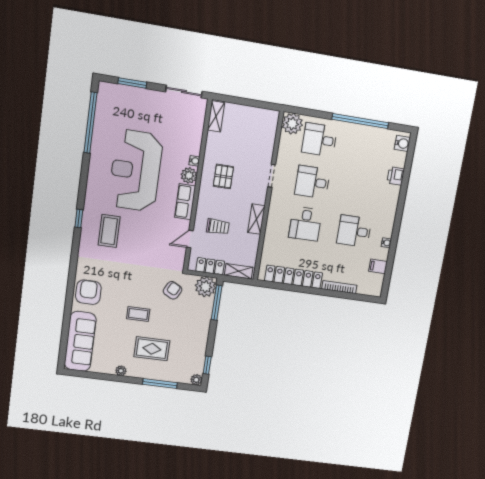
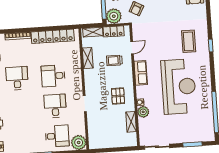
shelving: (216, 116) -> (131, 122), moved
plant: (189, 175) -> (143, 112), moved
desk: (312, 182) -> (55, 106), turned -90
shelving: (256, 219) -> (88, 58), moved
desk: (305, 224) -> (53, 76), turned -90
desk: (354, 231) -> (17, 78), turned -90

